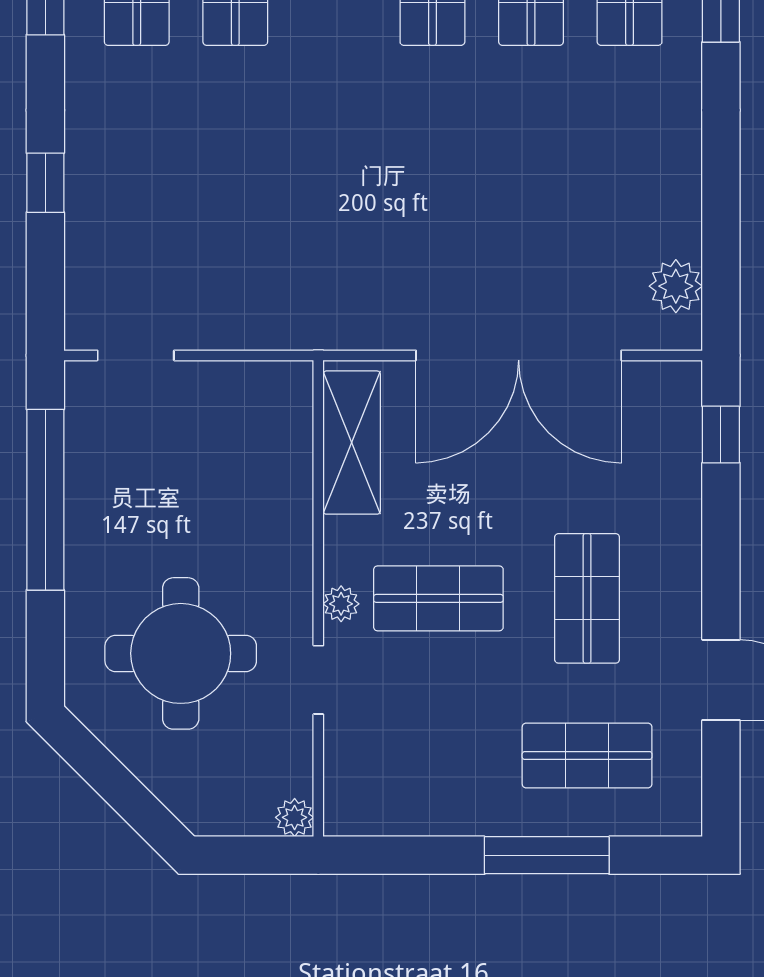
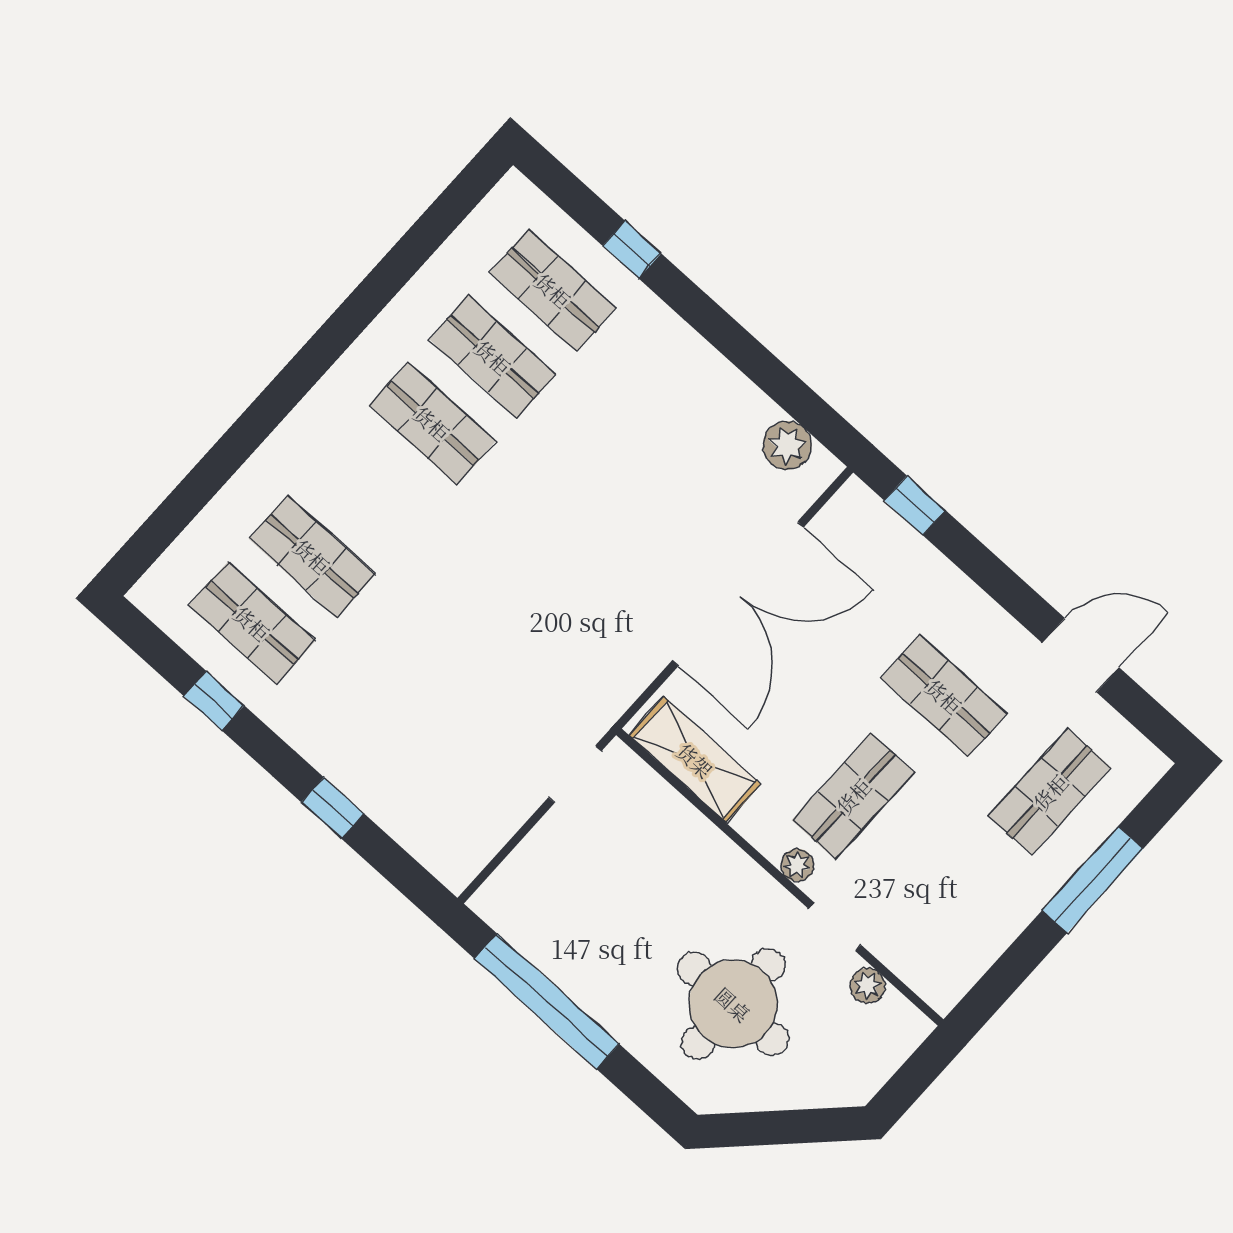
doorway: (136, 355) -> (575, 774), moved
plant: (295, 817) -> (868, 986), moved

